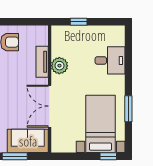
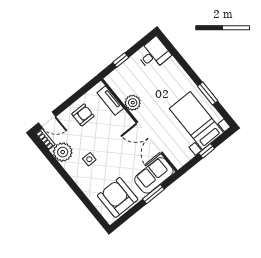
desk: (110, 60) -> (154, 54), moved
tv unit: (42, 62) -> (110, 101), moved
window: (108, 156) -> (207, 151), moved

